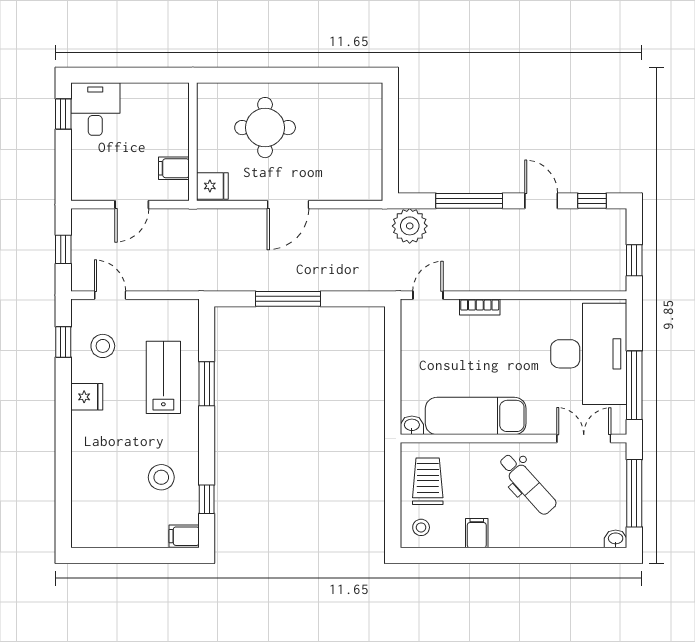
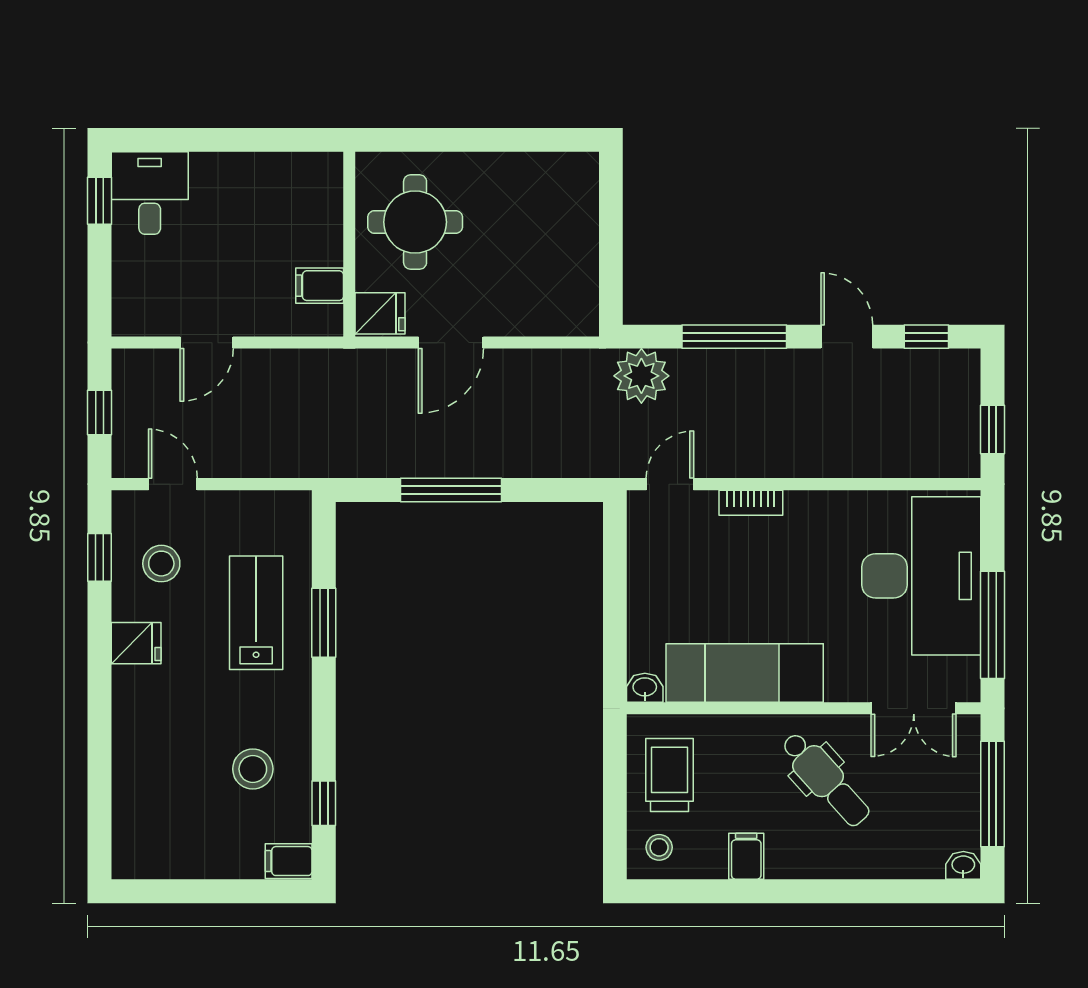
wall: (193, 142) -> (349, 244), moved
filing cabinet: (174, 168) -> (320, 286), moved
fridge: (212, 186) -> (380, 313), moved
double door: (584, 439) -> (914, 708), swing flipped

